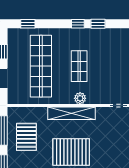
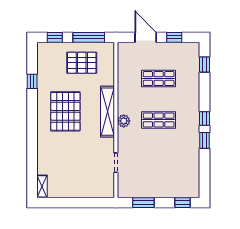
shop shelf: (41, 66) -> (159, 79), width x0.50, depth x0.74

